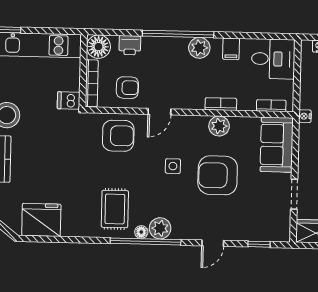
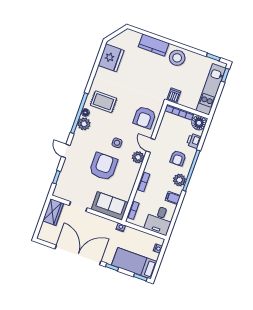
armchair: (127, 88) -> (178, 158), moved
plant: (219, 126) -> (138, 157), moved

